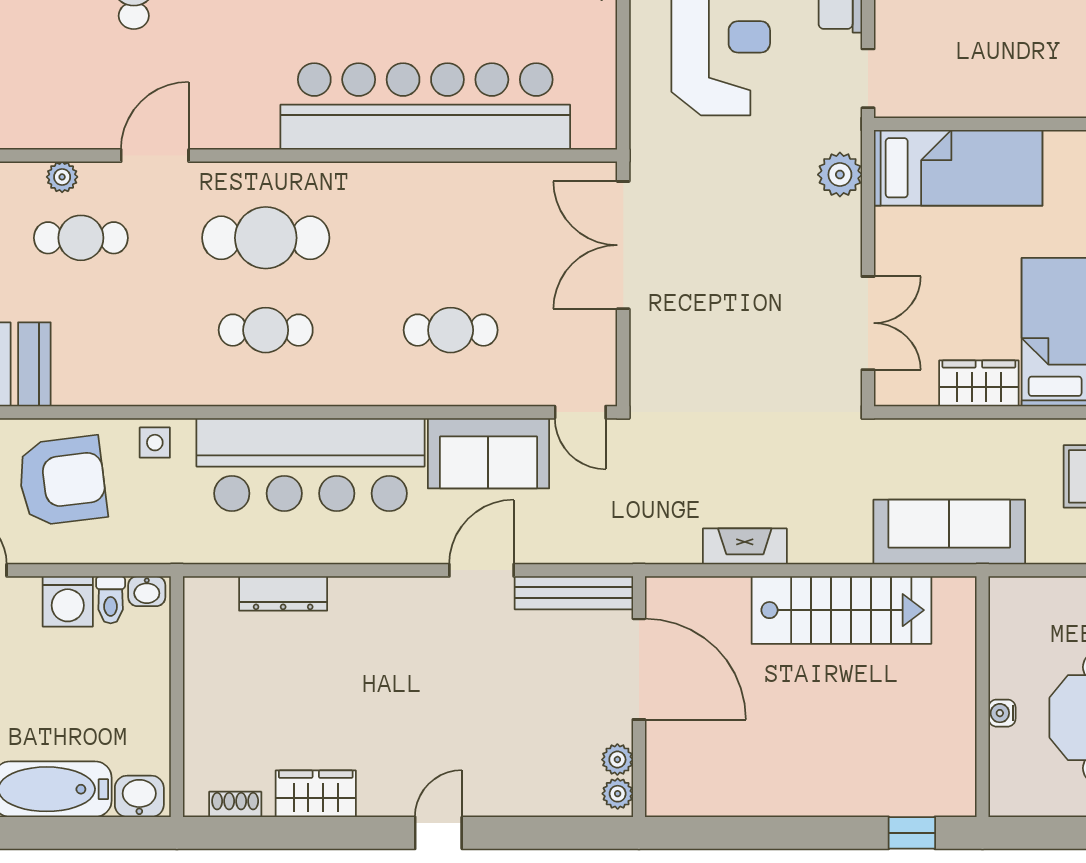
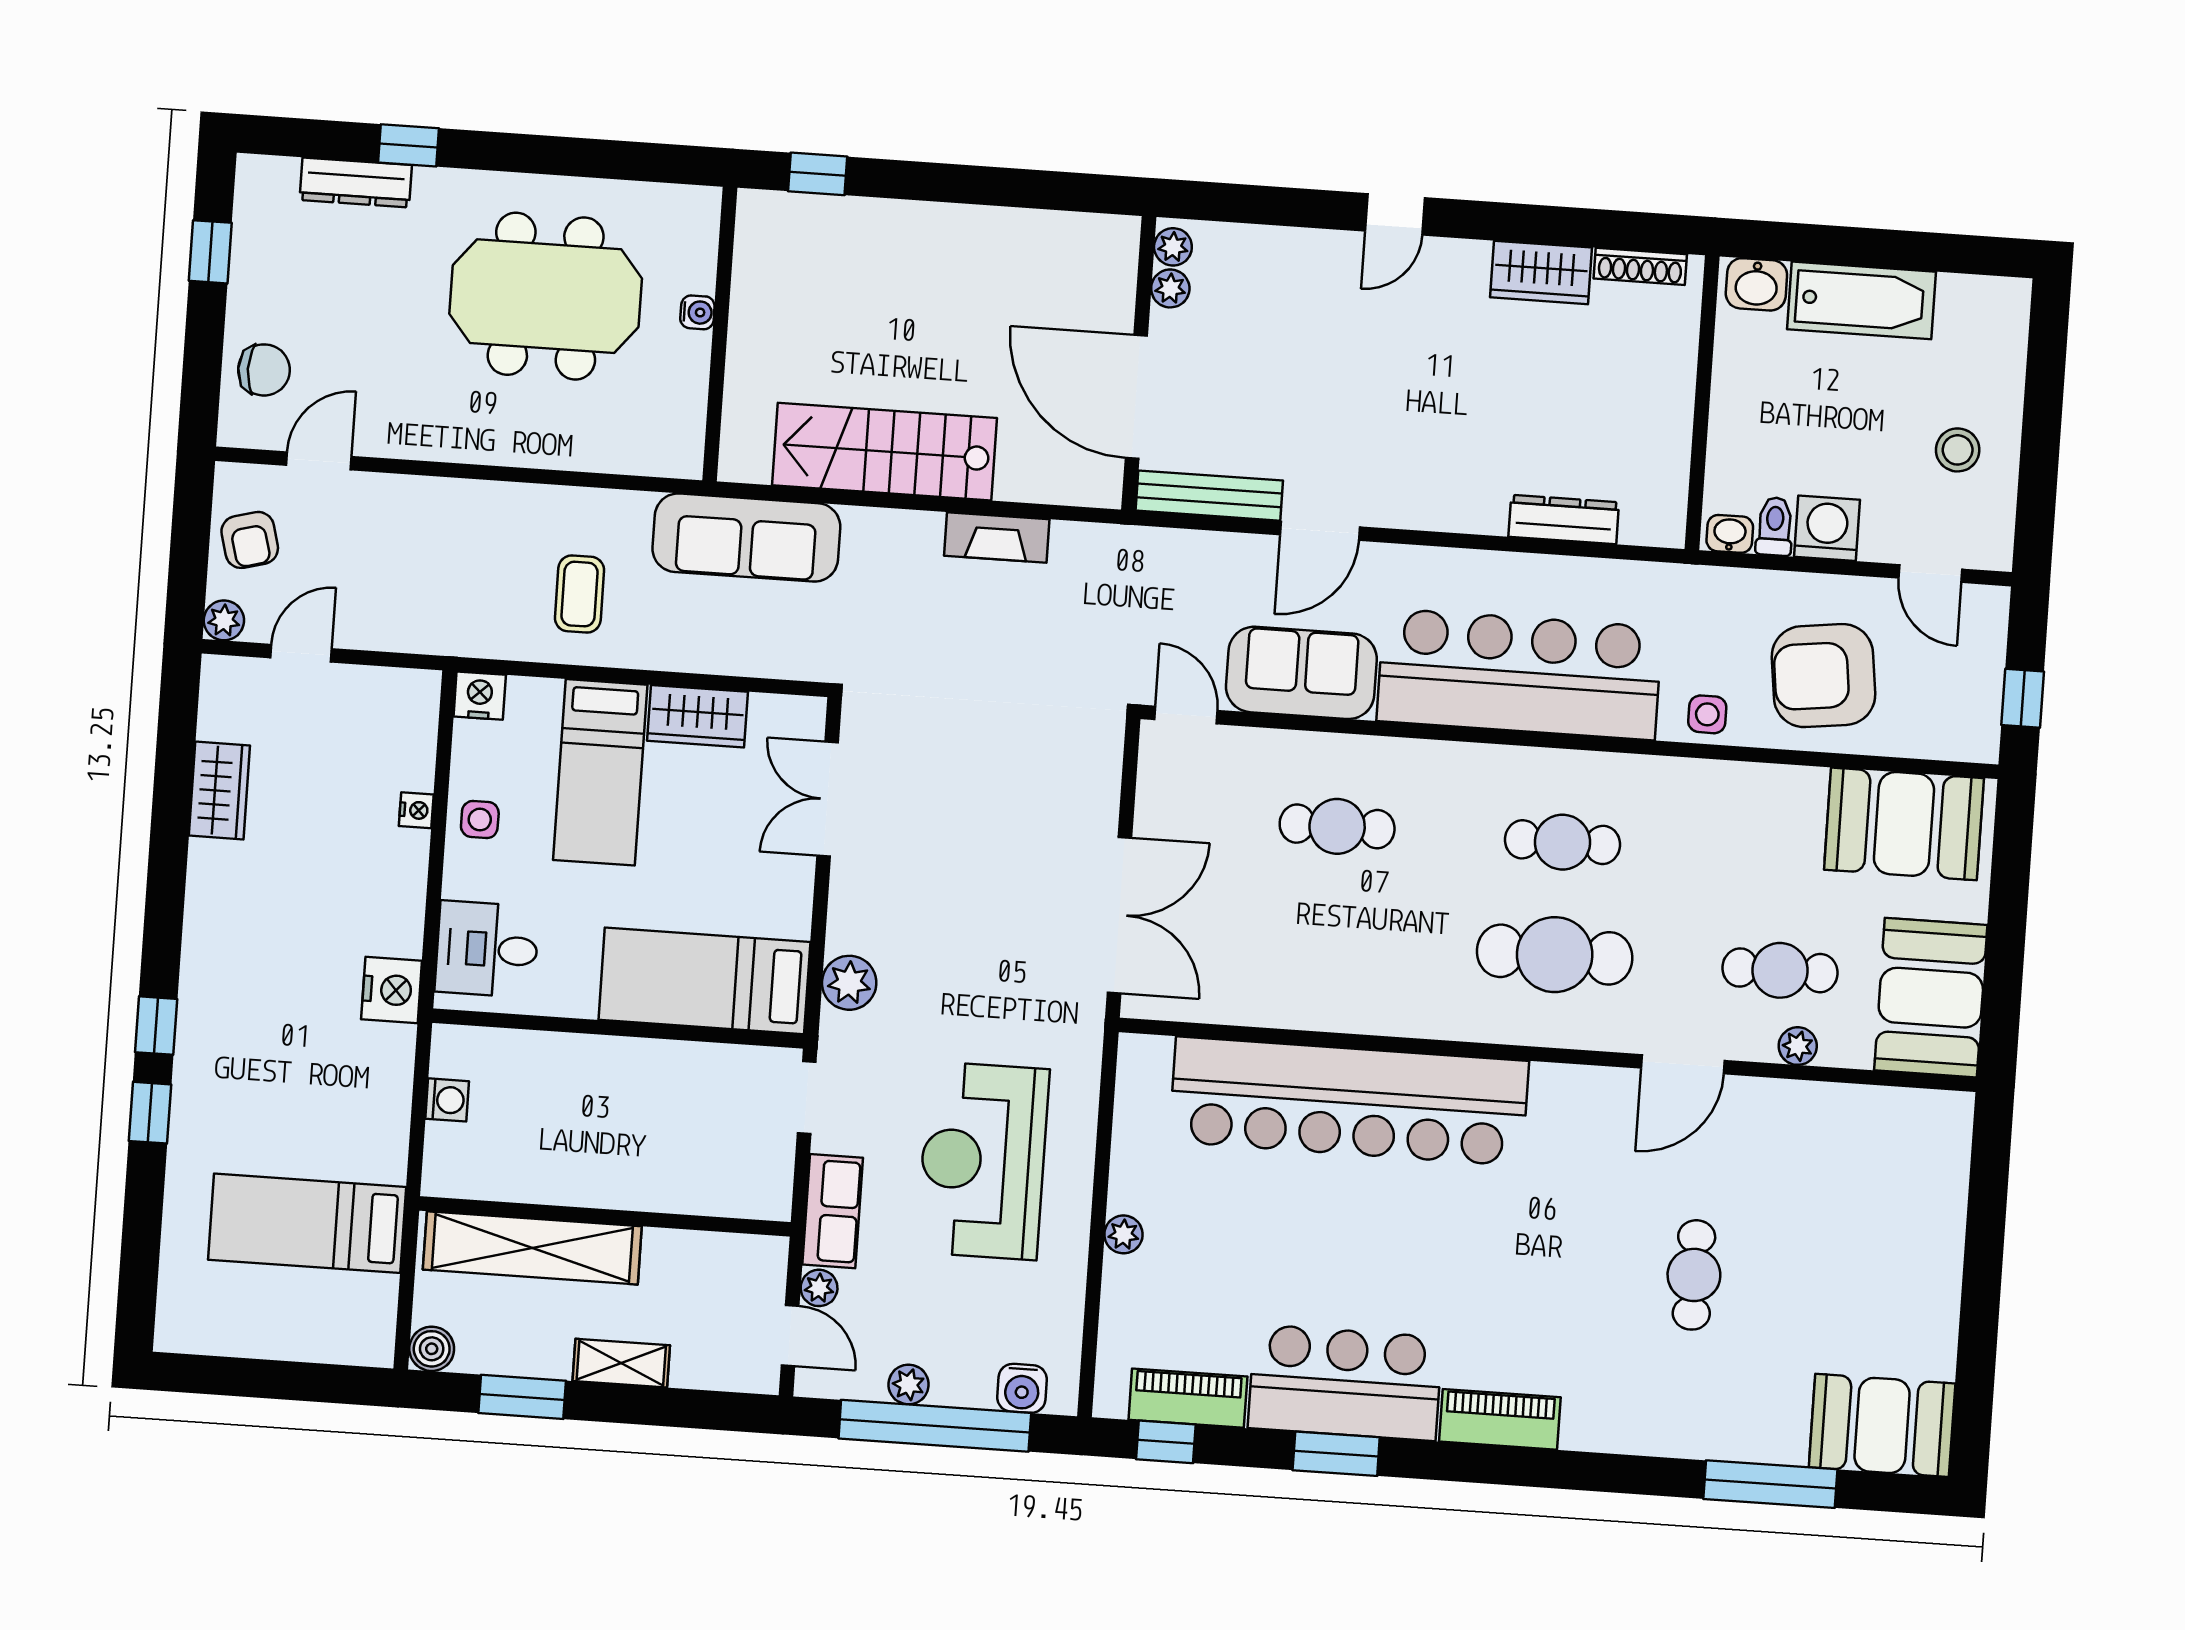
shoe rack: (235, 804) -> (1640, 266), width x1.43

